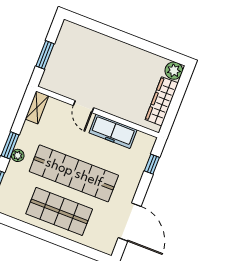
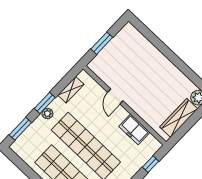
shelving: (37, 107) -> (71, 90), moved
freezer: (113, 131) -> (134, 129), width x0.71

